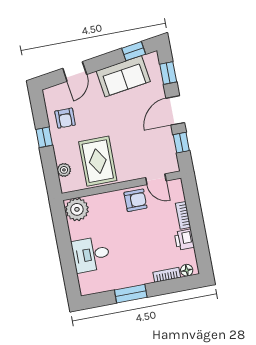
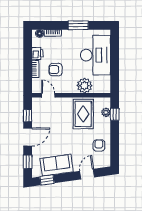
window: (44, 137) -> (115, 114), moved
armchair: (135, 200) -> (56, 70), moved
plant: (77, 209) -> (84, 86), moved
desk: (91, 254) -> (95, 55), width x1.87, depth x1.30

